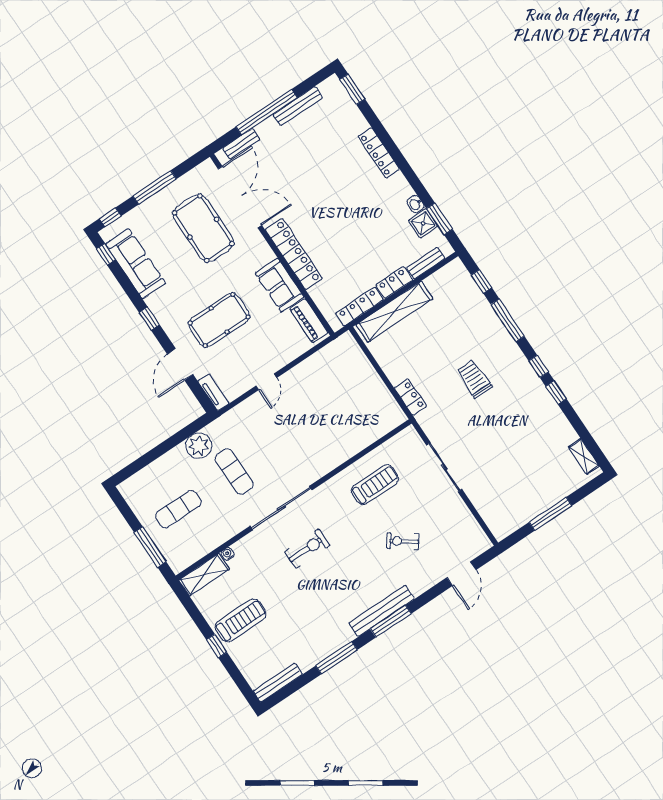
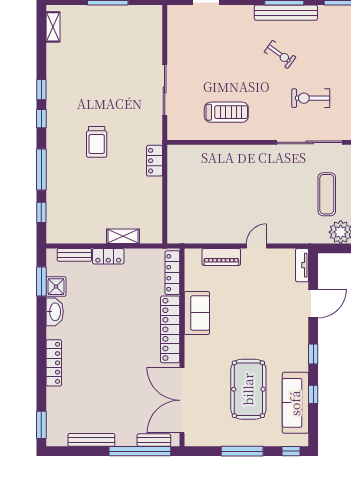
window: (267, 112) -> (140, 451), moved
washbasin: (415, 204) -> (55, 312), width x1.91, depth x1.45
pool table: (203, 228) -> (248, 389), moved
window: (106, 254) -> (313, 394), moved
locker: (359, 307) -> (172, 273), moved, turned 90
shelving: (394, 312) -> (123, 236), width x0.45, depth x0.75
pool table: (219, 320) -> (261, 317), removed
piano: (309, 321) -> (221, 257), moved, turned 90
treadmill: (375, 485) -> (226, 112), turned 180
exercise bike: (403, 541) -> (280, 54), moved

